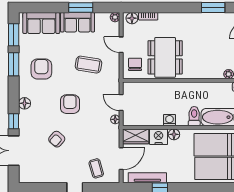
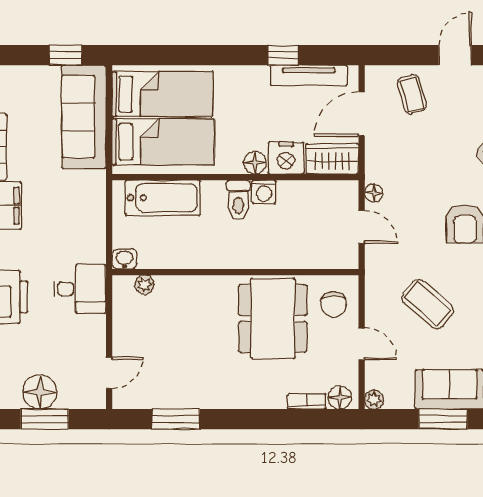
coffee table: (88, 65) -> (428, 304), turned 32
toilet: (194, 116) -> (238, 200), moved

